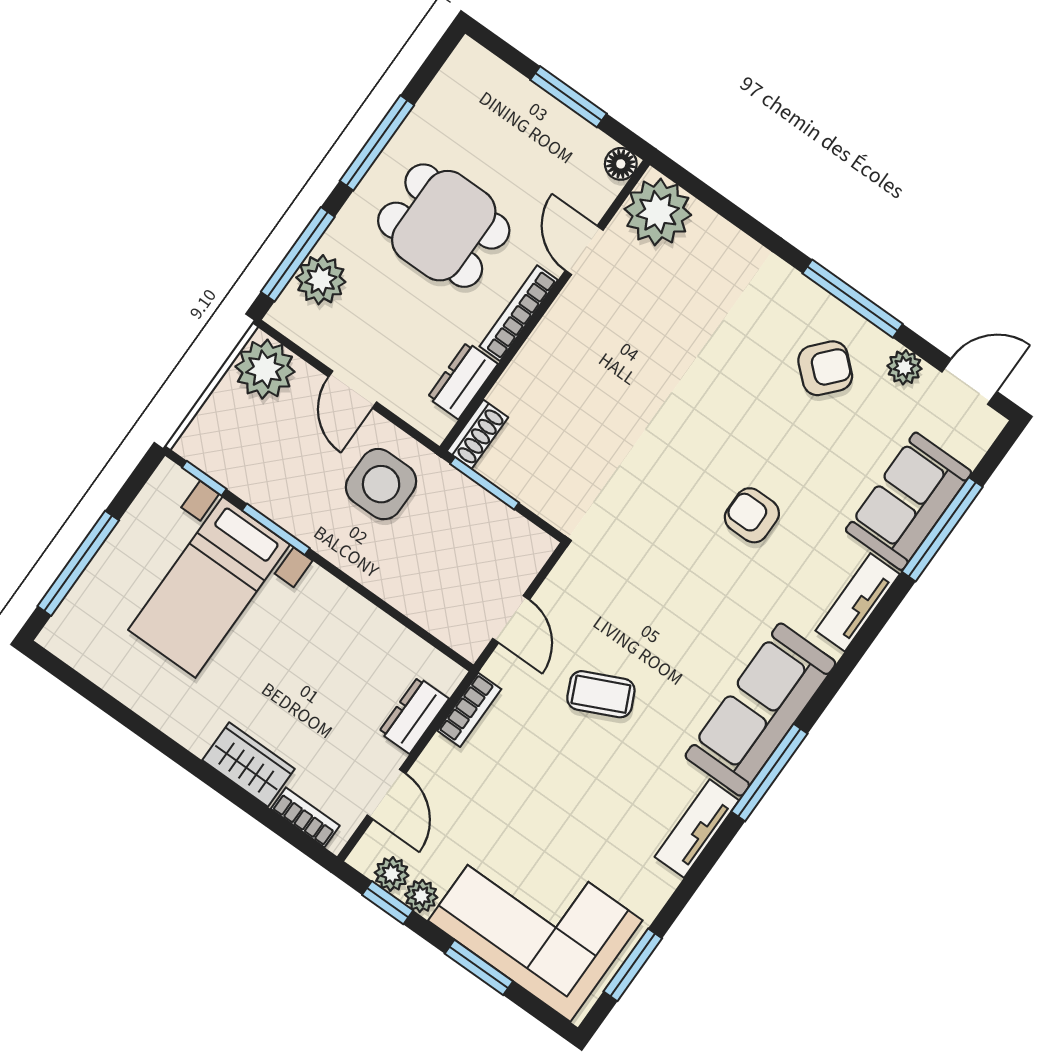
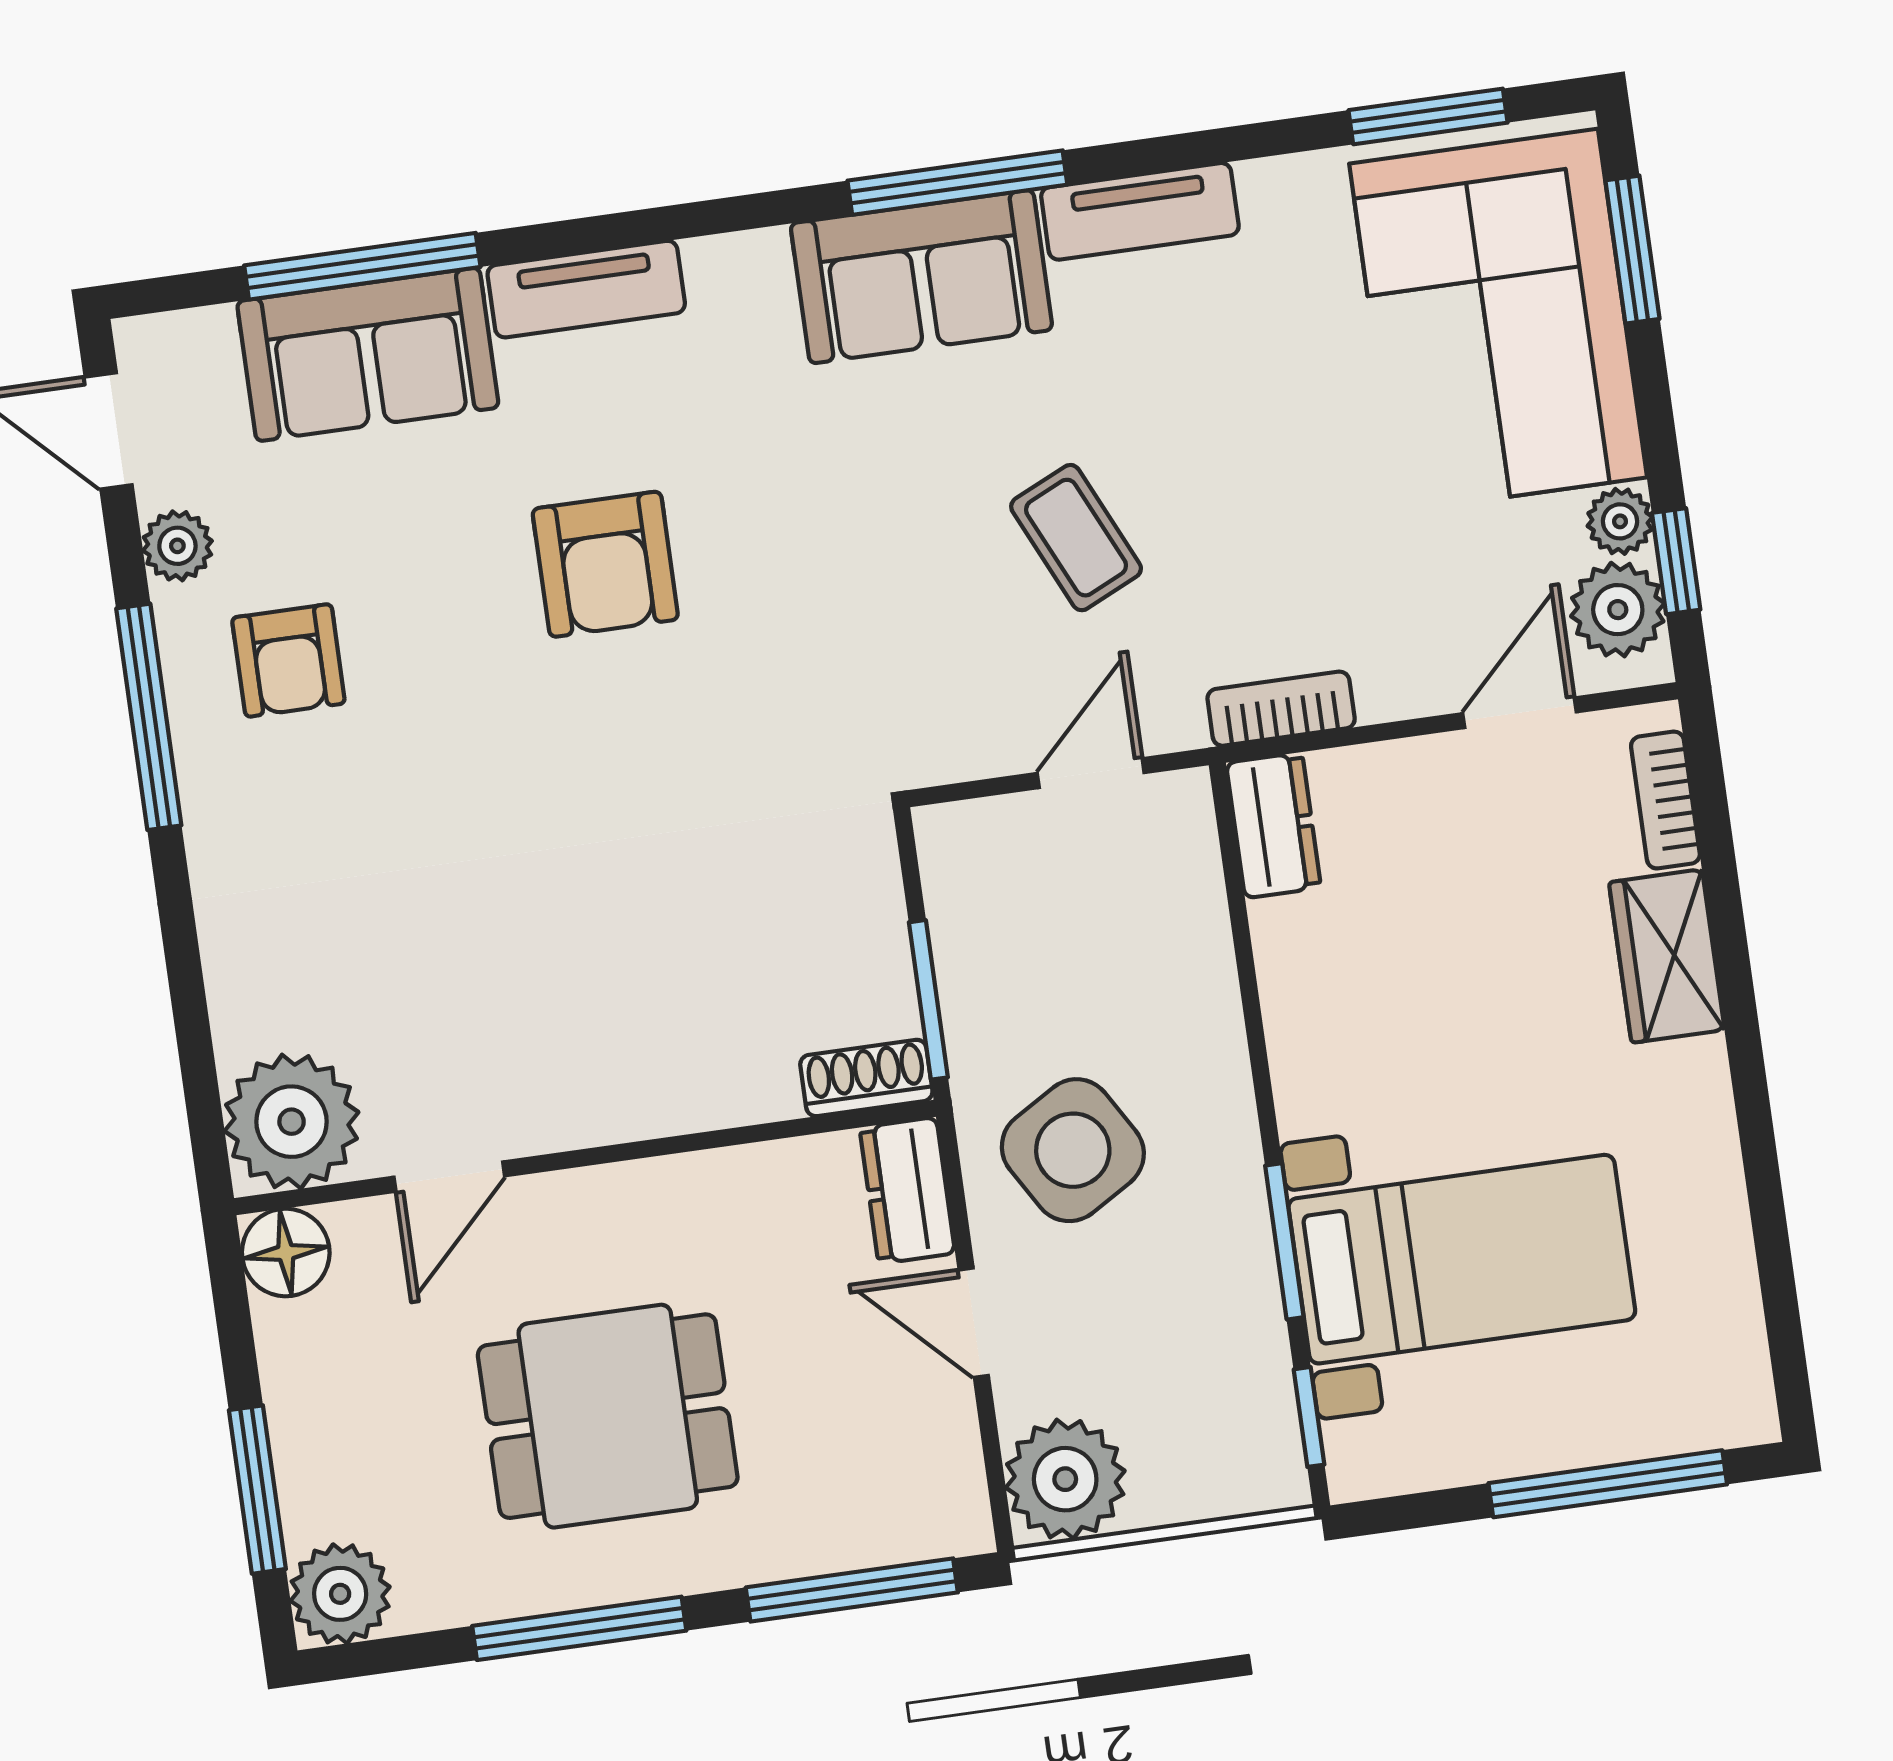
window: (568, 97) -> (257, 1490), moved
floor lamp: (621, 164) -> (286, 1253), width x1.37, depth x1.37
dining table: (444, 226) -> (608, 1416), turned 90
plant: (321, 280) -> (340, 1594), moved
bookcase: (519, 313) -> (632, 1185), removed
armchair: (825, 368) -> (288, 660), turned -132
dresser: (463, 381) -> (907, 1190), moved, turned 90
door: (353, 390) -> (974, 1323), swing flipped
side table: (381, 484) -> (1073, 1150), turned -31
armchair: (752, 515) -> (605, 564), width x1.38, depth x1.38
sofa: (760, 710) -> (921, 277), width x0.73
dresser: (414, 715) -> (1274, 825), moved, turned -90
plant: (392, 874) -> (1618, 610), width x1.38, depth x1.38
window: (479, 967) -> (1632, 250), moved

